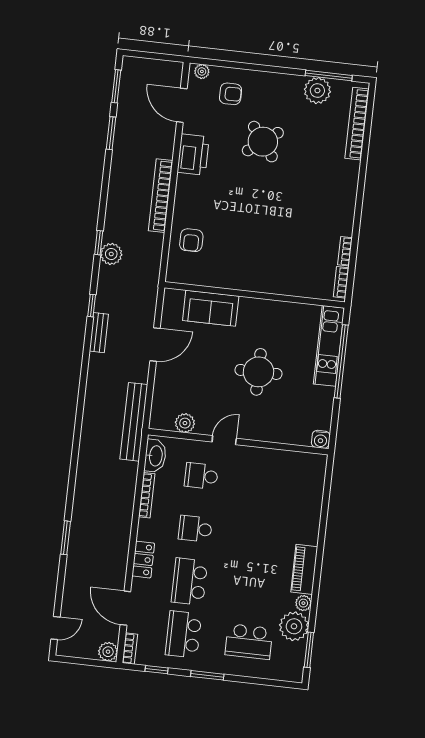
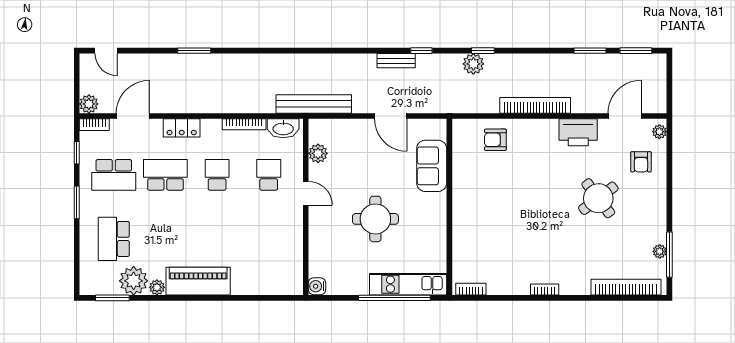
plant: (317, 91) -> (660, 251), width x0.53, depth x0.53
bookcase: (345, 251) -> (545, 289), moved
piano: (304, 569) -> (198, 281), width x1.37, depth x1.33
school desk: (183, 634) -> (114, 175), turned 180

